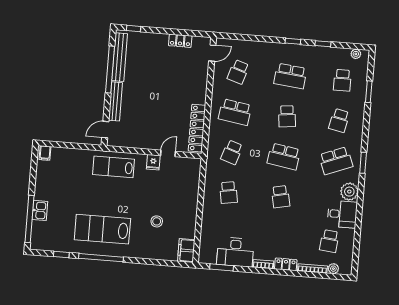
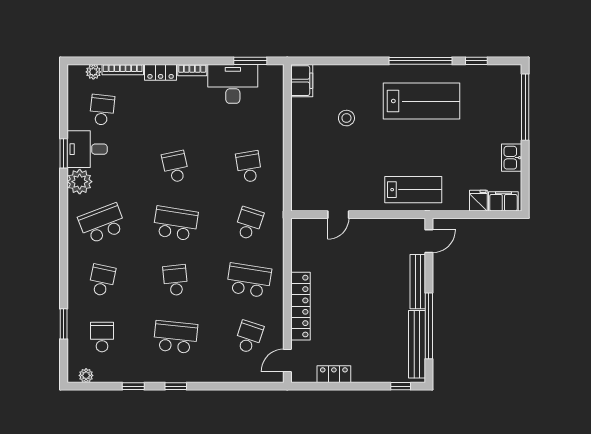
locker: (197, 128) -> (300, 306), moved
filing cabinet: (45, 153) -> (503, 201), width x2.00
fridge: (153, 162) -> (478, 201), moved
window: (363, 163) -> (64, 153), moved
kitchen sink: (40, 210) -> (512, 158), moved

